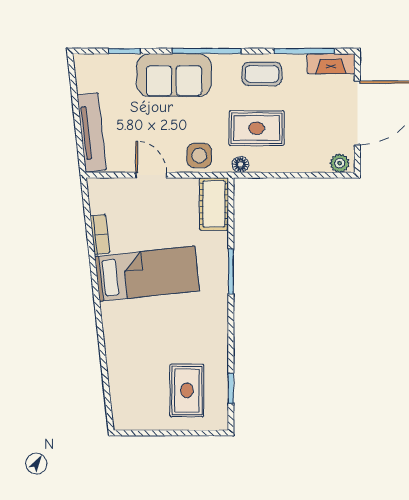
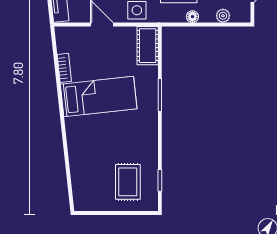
plant: (340, 163) -> (223, 16), moved
floor lamp: (240, 164) -> (192, 17), moved

